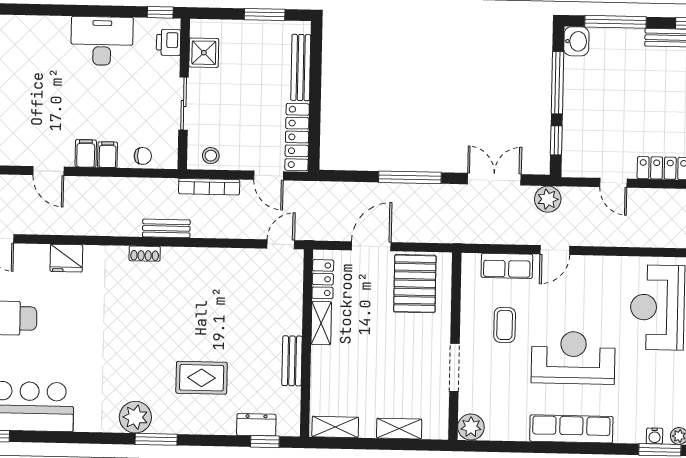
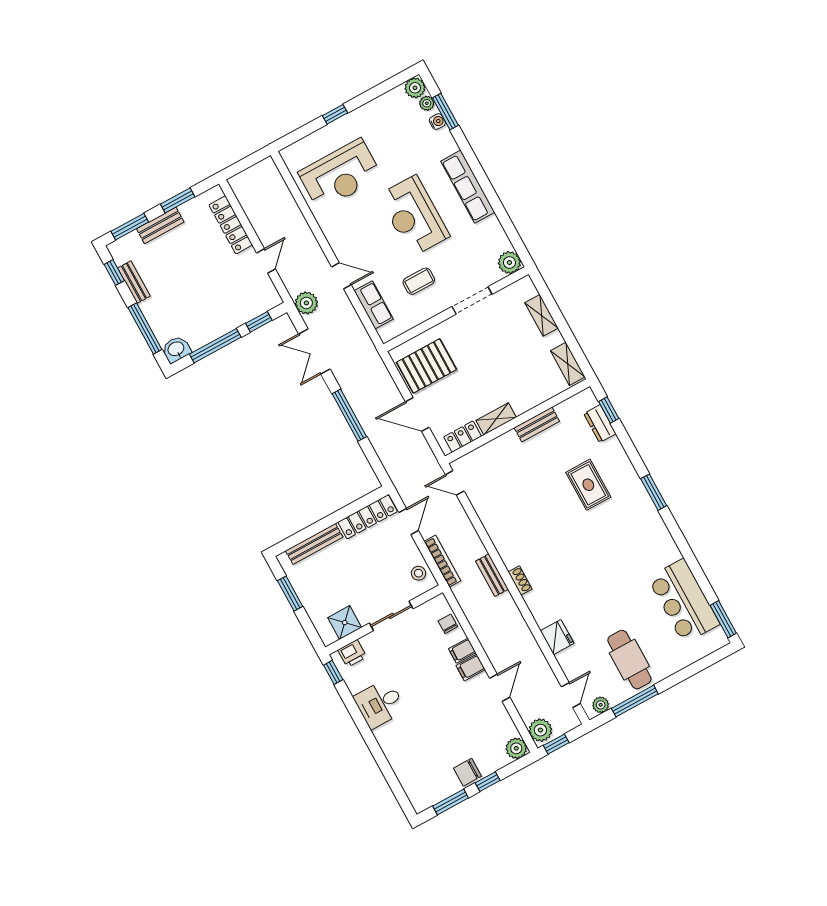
desk: (102, 41) -> (380, 704), width x0.73
plant: (135, 417) -> (646, 517), removed

